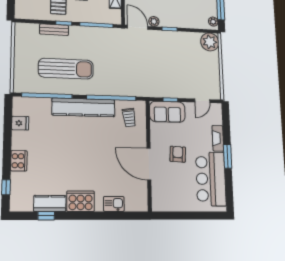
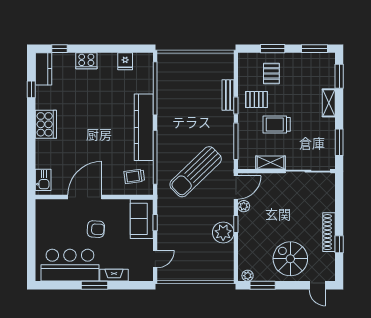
plant: (210, 42) -> (223, 233), moved
sun lounger: (66, 69) -> (196, 172), moved, turned 46
door: (202, 101) -> (155, 259), swing flipped
kitchen counter: (50, 203) -> (44, 69), moved
kitchen sink: (114, 204) -> (43, 180), moved

